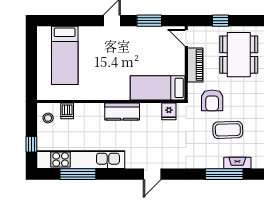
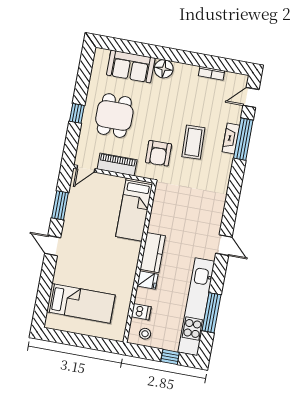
window: (221, 21) -> (77, 113), moved
dining table: (239, 55) -> (114, 116), width x0.73
armchair: (212, 100) -> (159, 153), turned 89
fridge: (169, 111) -> (147, 280), moved
door: (152, 174) -> (224, 245), moved
window: (224, 174) -> (243, 139), moved

